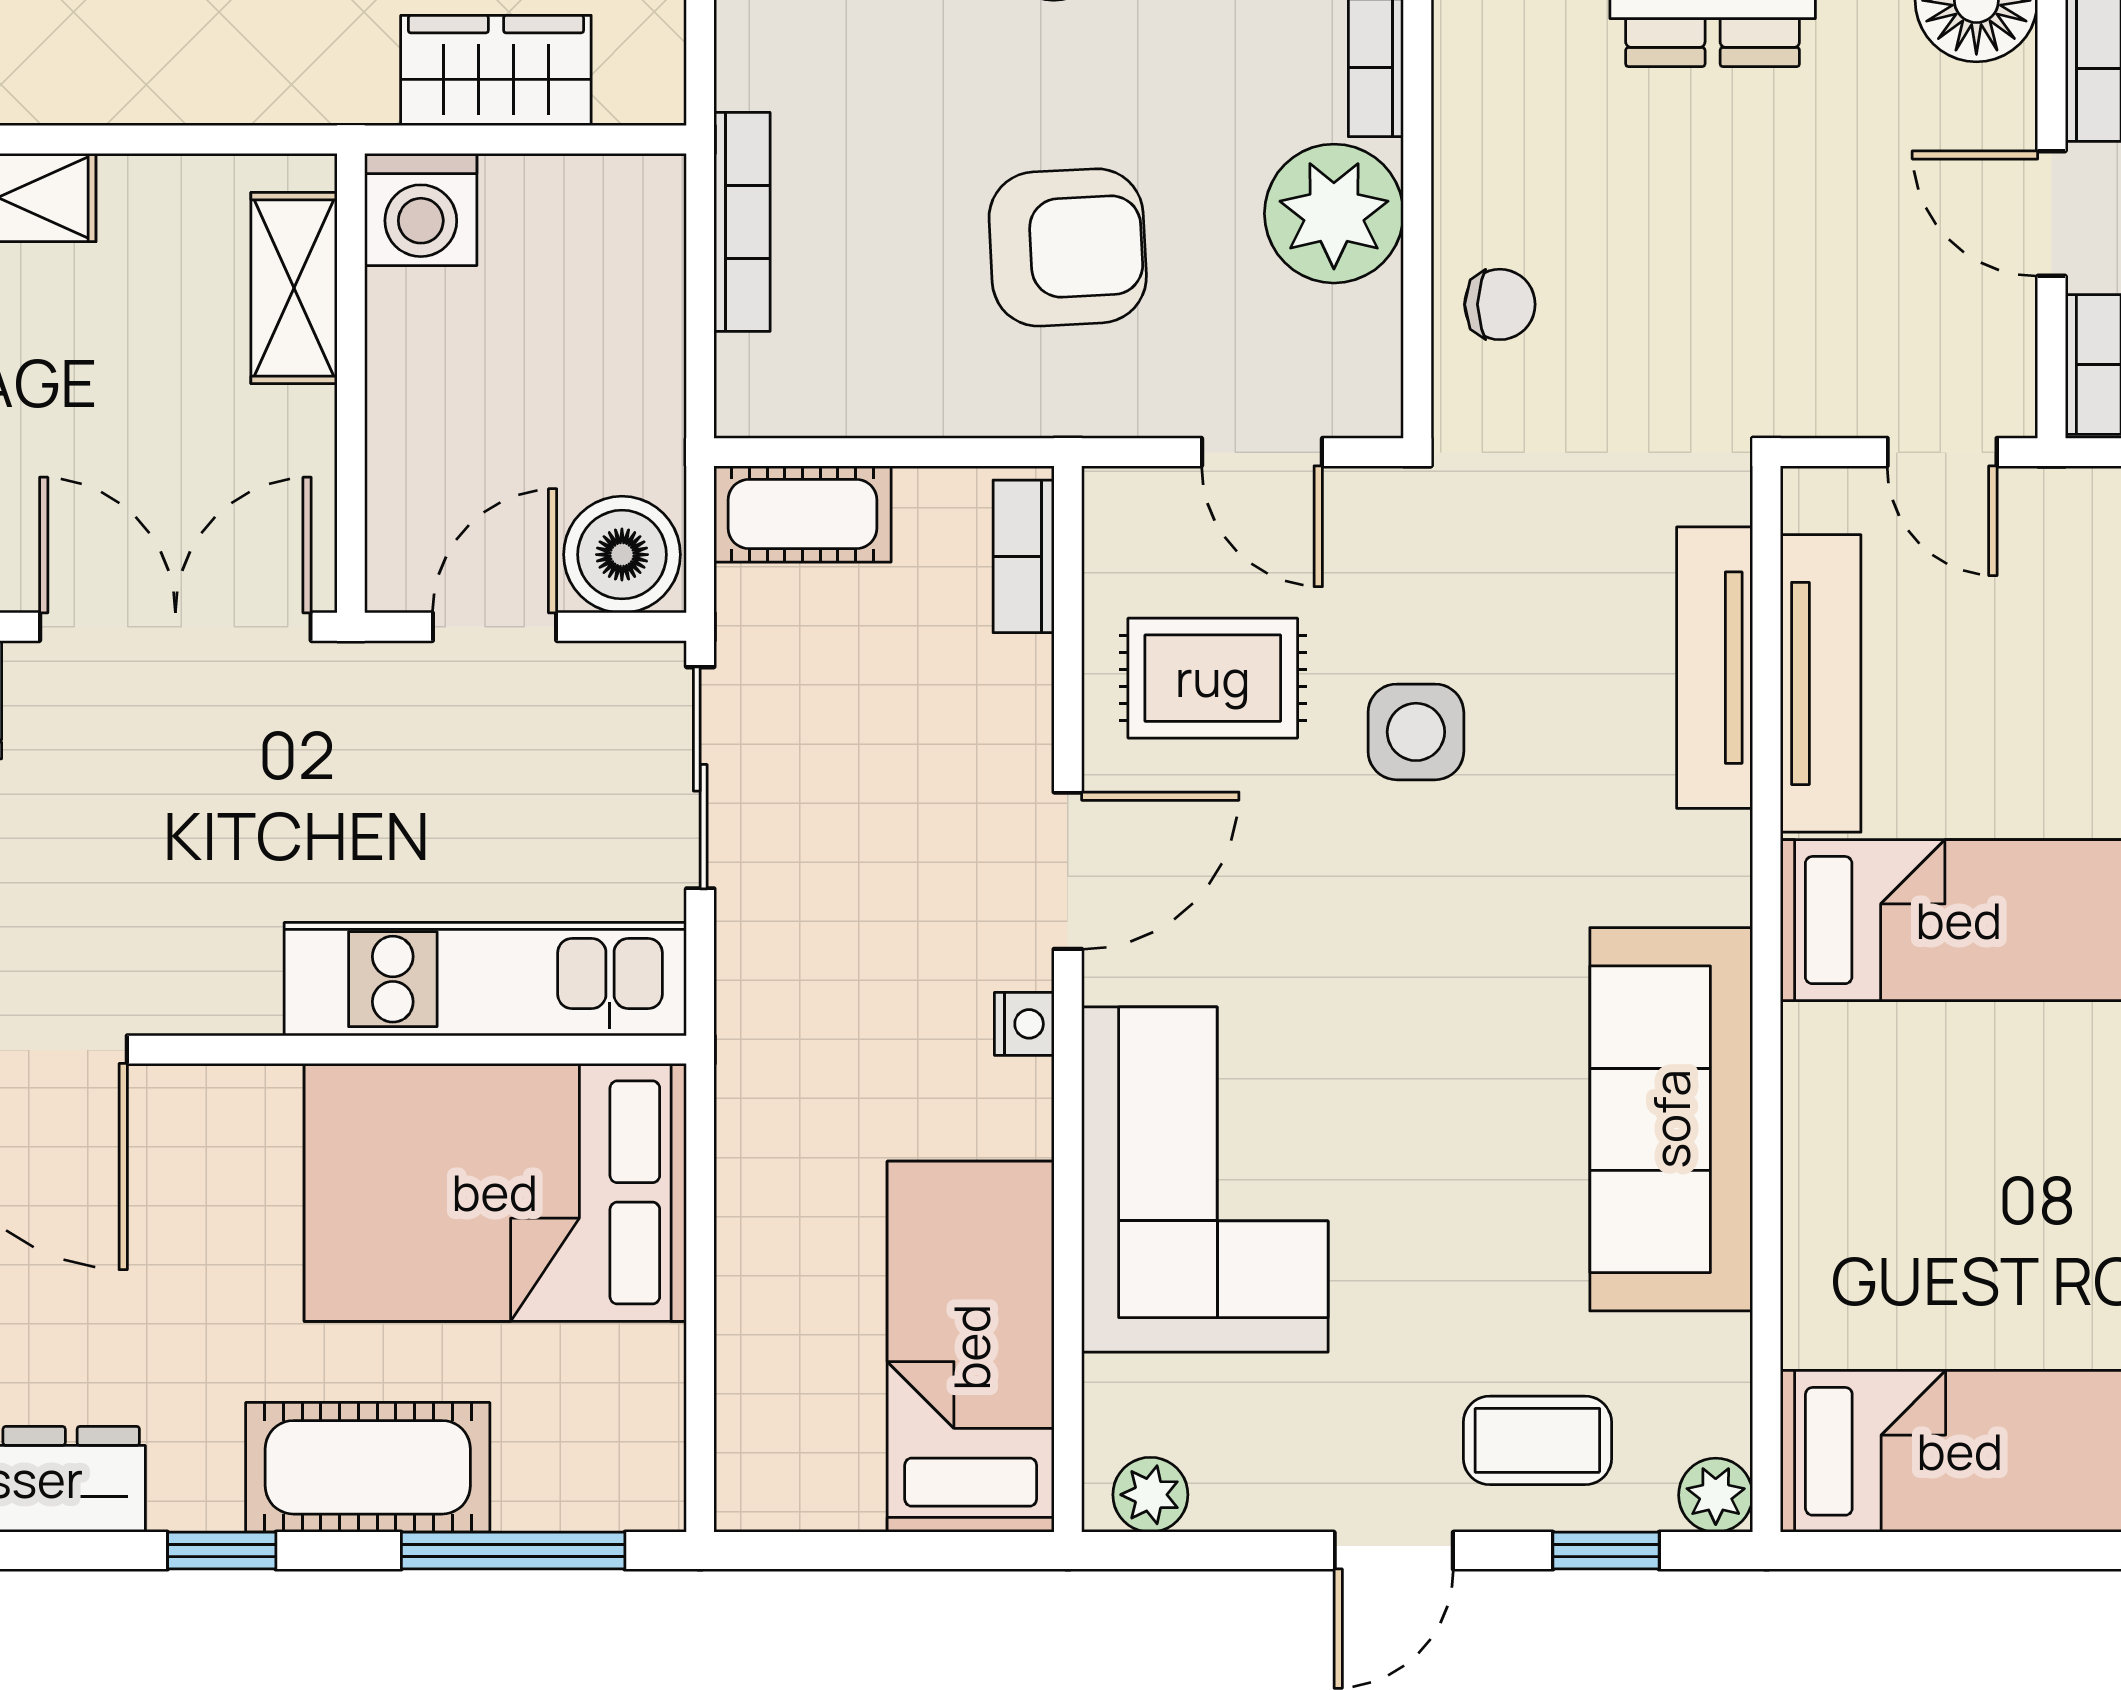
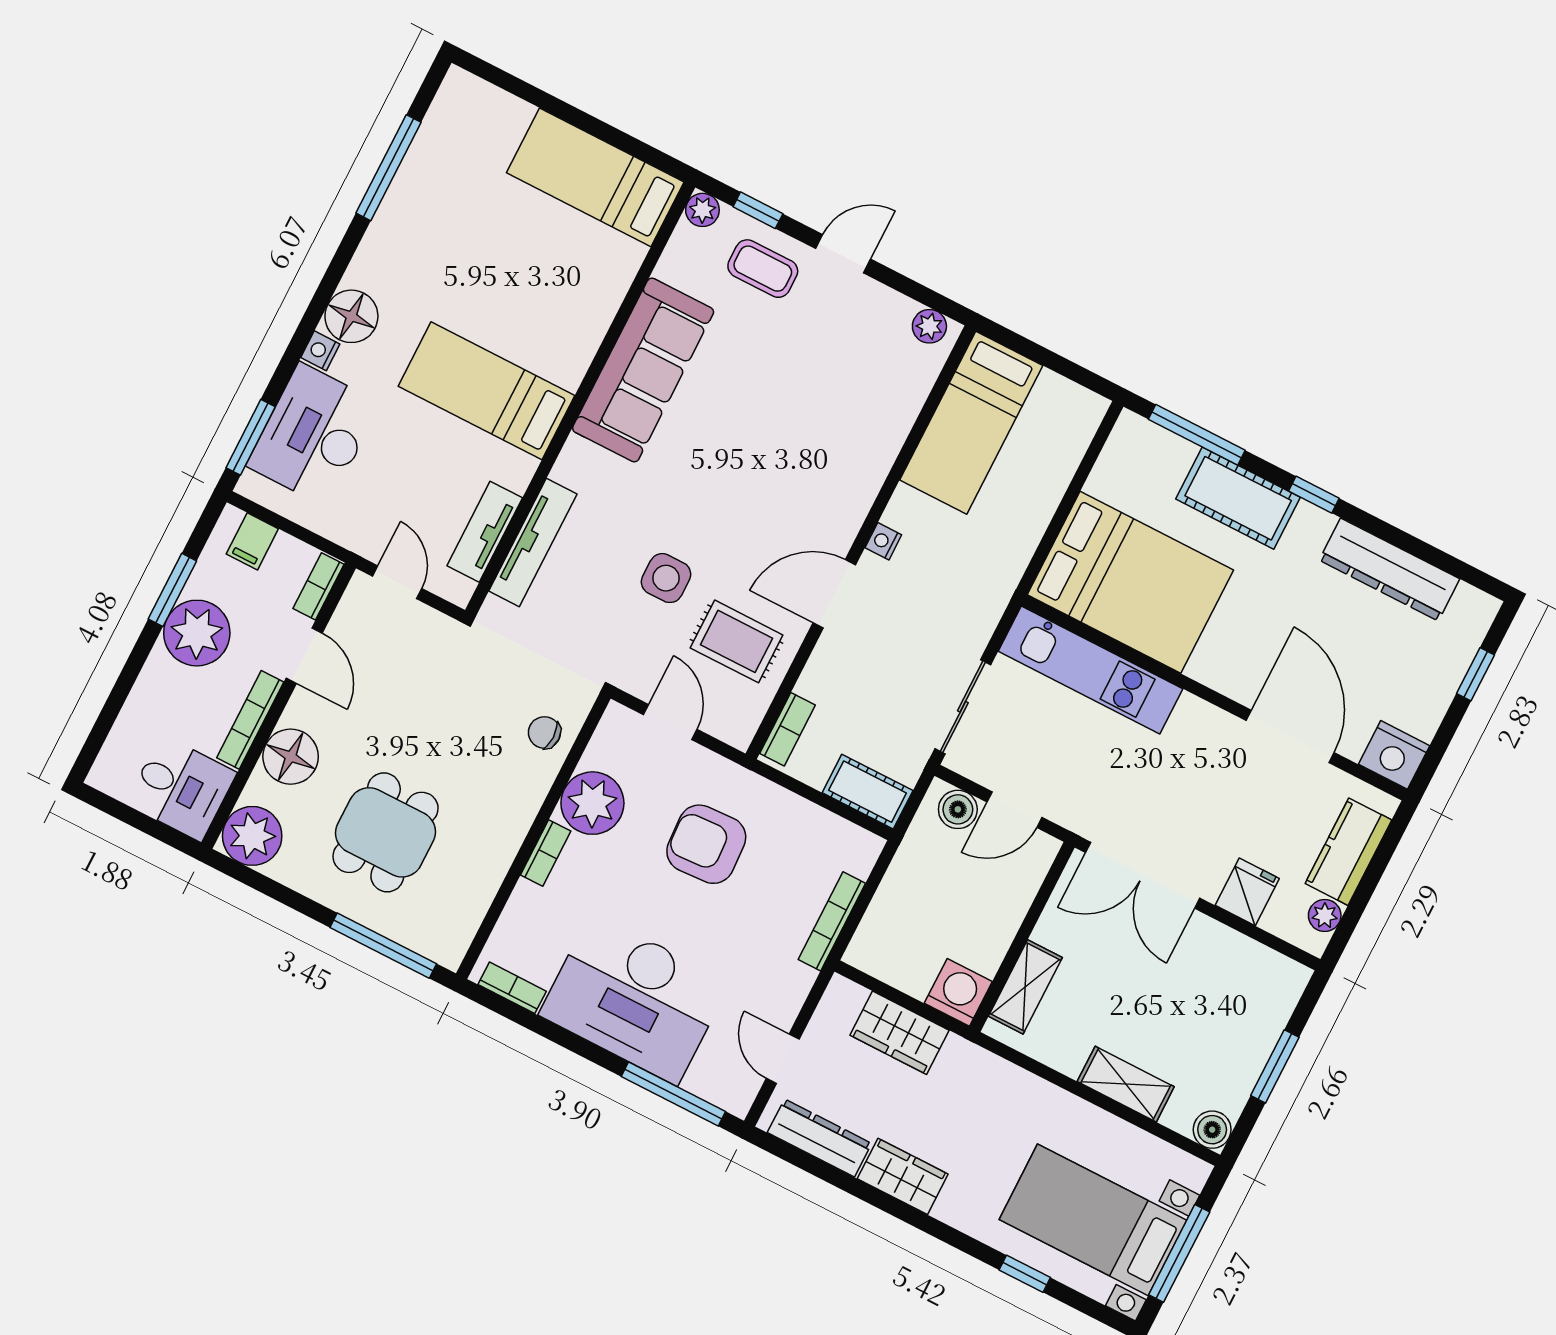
boiler: (622, 555) -> (958, 809), width x0.73, depth x0.73
tv unit: (1821, 683) -> (485, 532), width x0.71
corner sofa: (1205, 1180) -> (843, 442), removed

